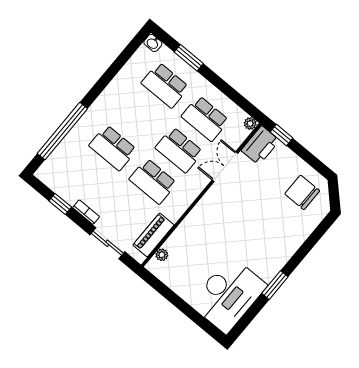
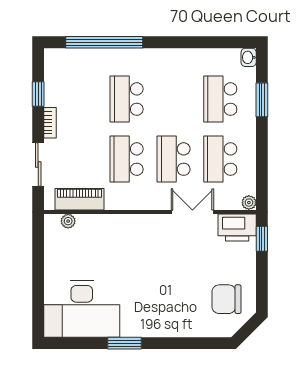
chair: (302, 192) -> (226, 299), turned -90

